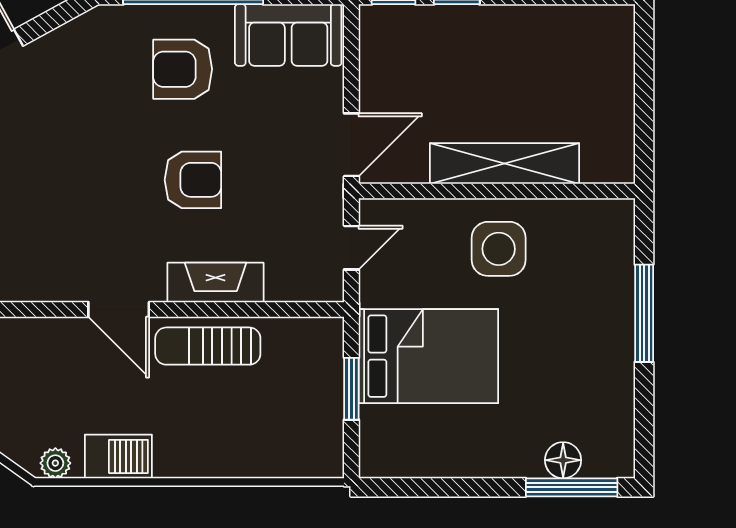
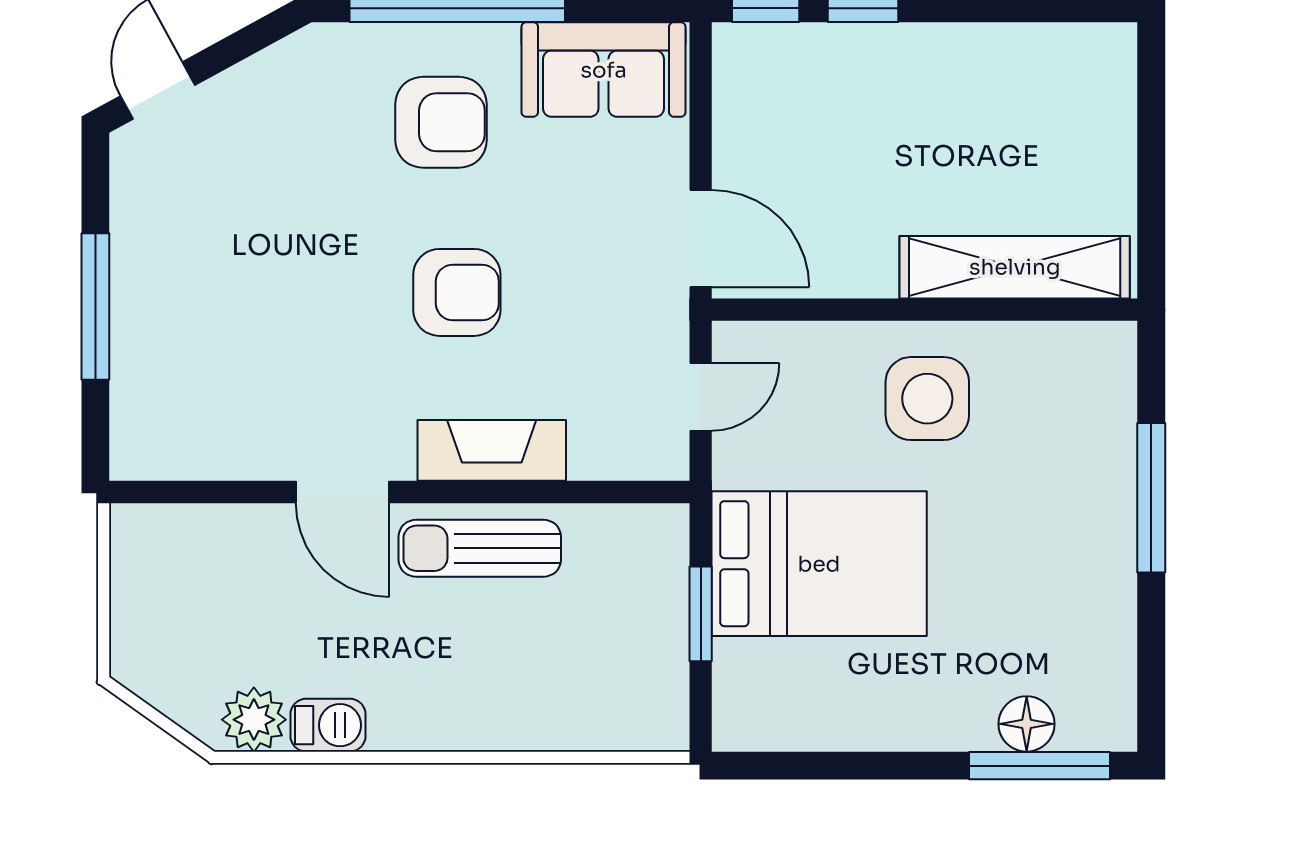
armchair: (183, 69) -> (441, 122), turned 180
door: (351, 145) -> (701, 239), hinge flipped
shelving: (505, 163) -> (1015, 267), moved
barbecue: (118, 456) -> (328, 725), width x0.73, depth x0.79
plant: (55, 463) -> (254, 720), width x1.38, depth x1.38

